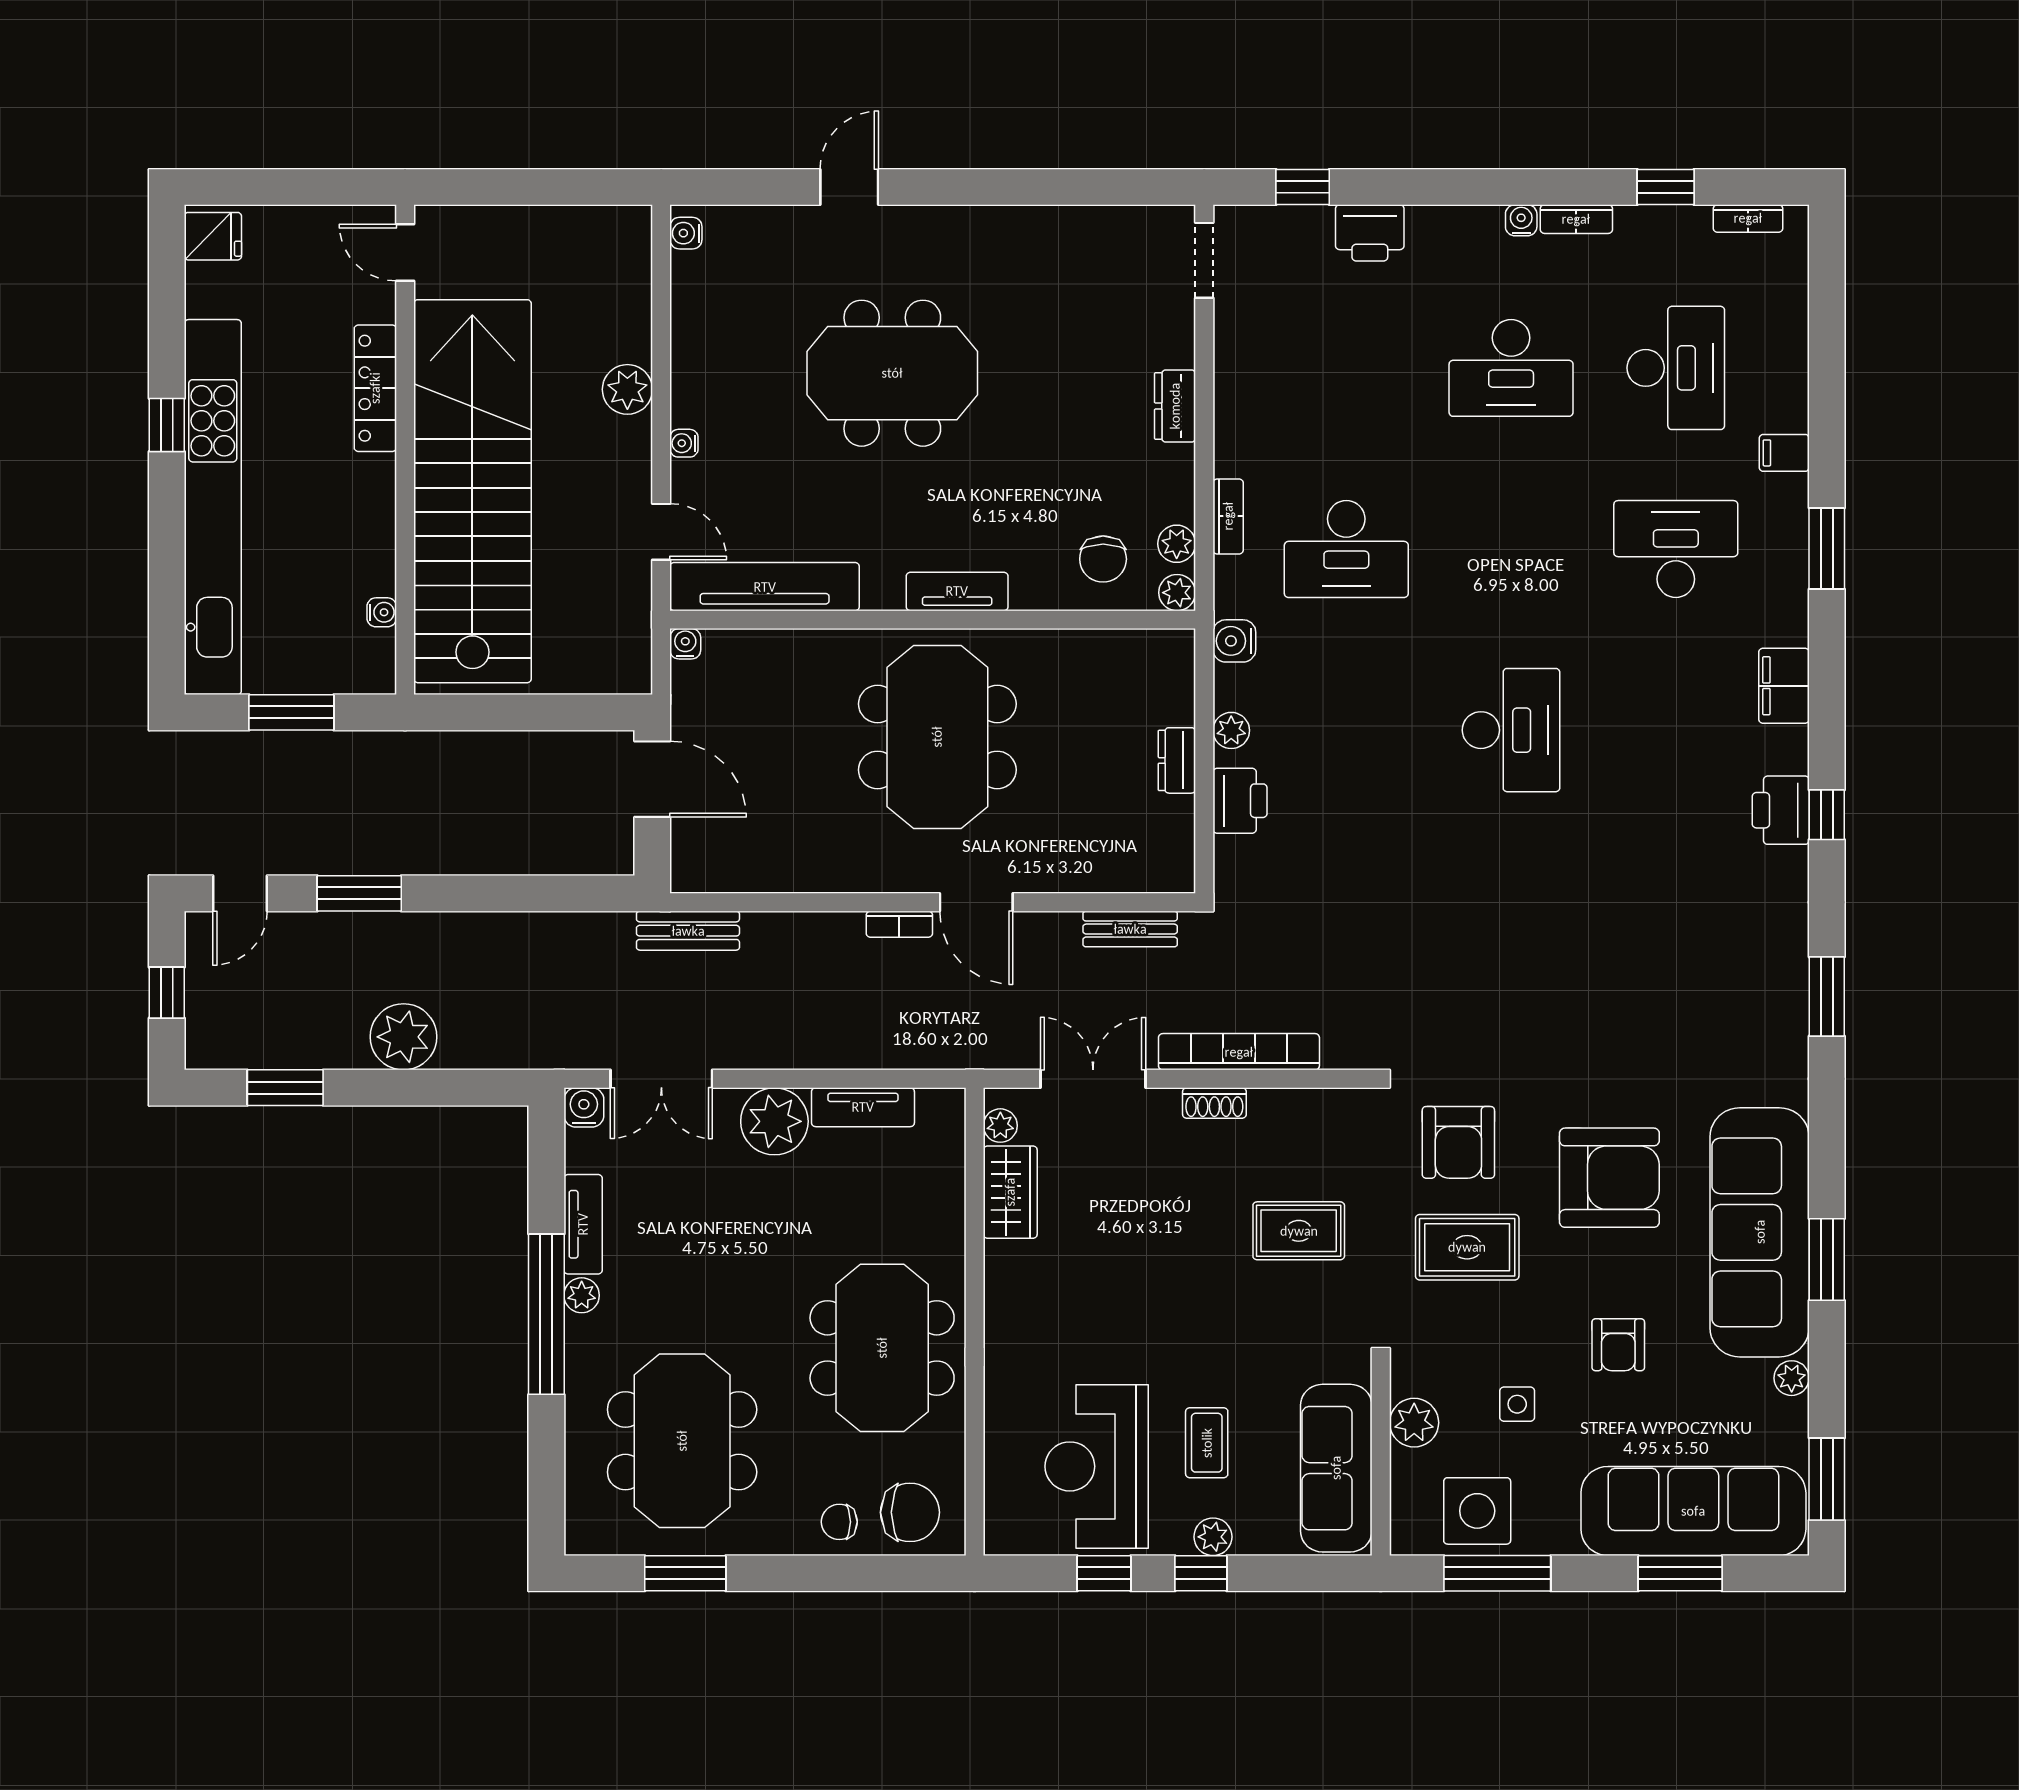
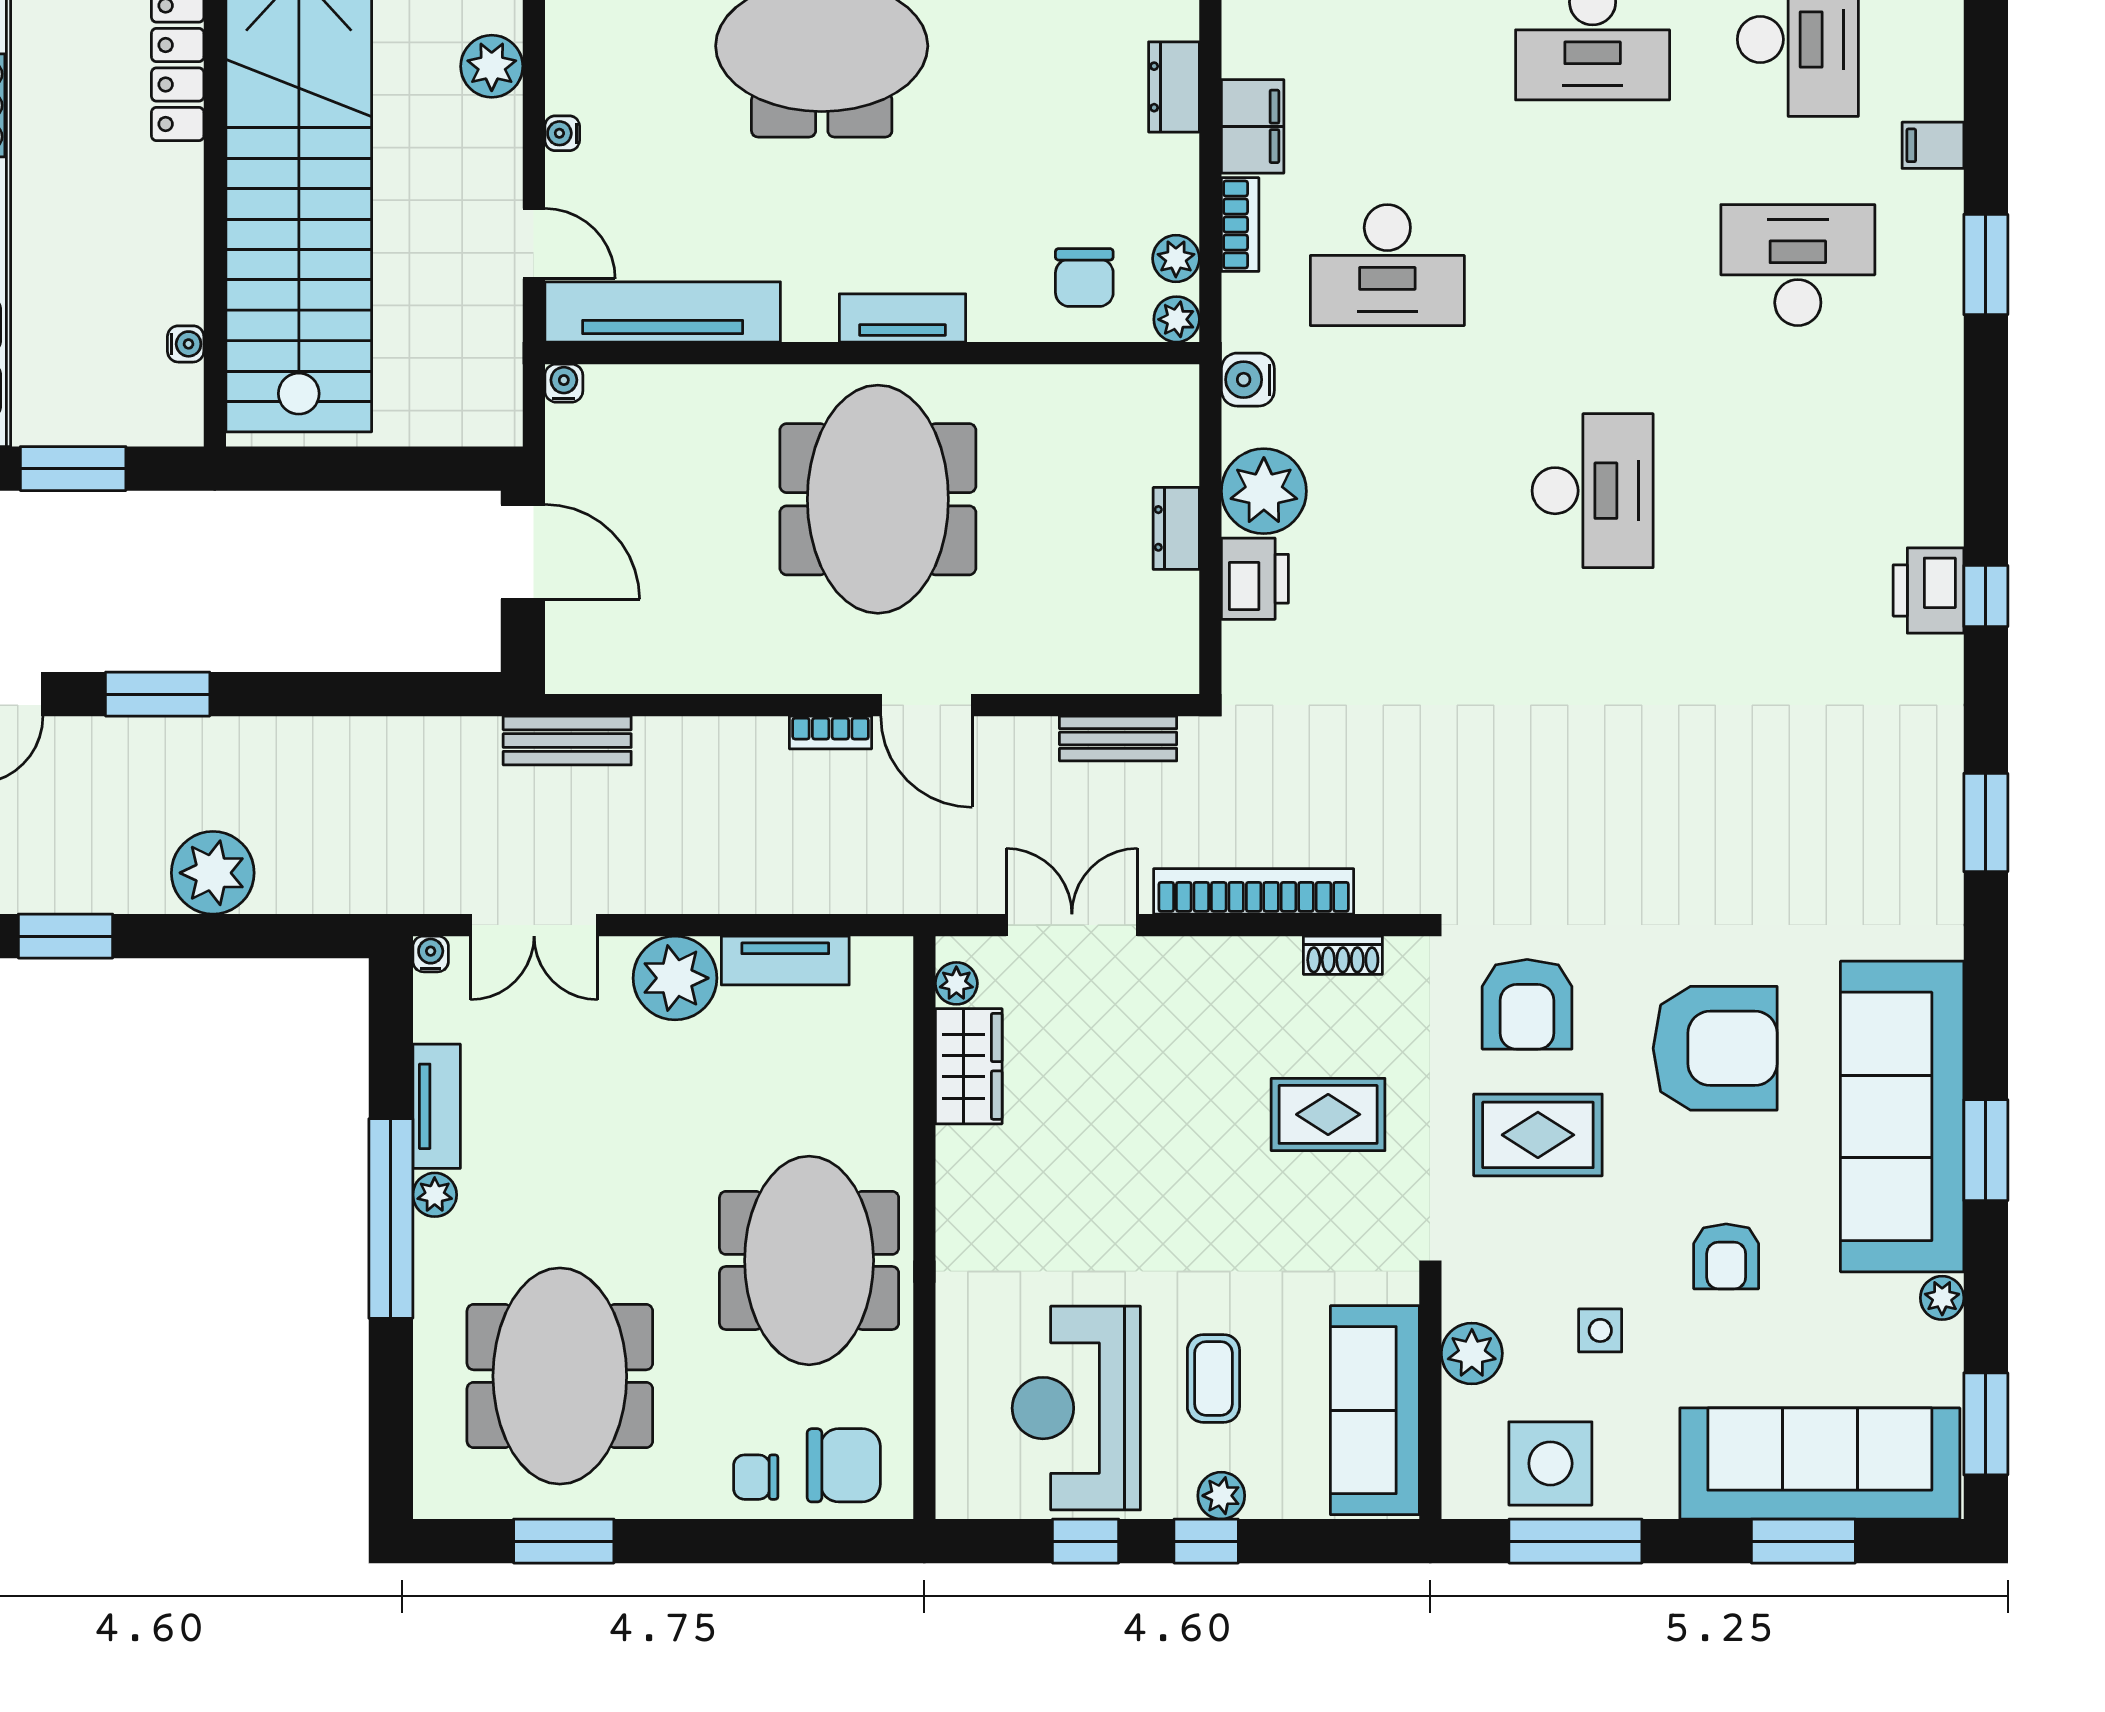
filing cabinet: (1784, 686) -> (1253, 126), moved, turned 180
plant: (1231, 730) -> (1264, 491), width x1.87, depth x1.87
shoe rack: (1214, 1103) -> (1343, 955), moved
water cooler: (584, 1107) -> (431, 954), width x0.72, depth x0.72

